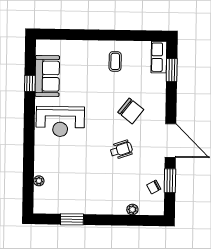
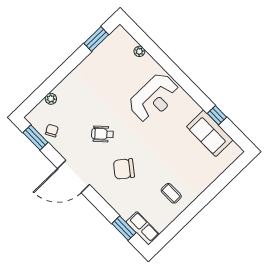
reception desk: (60, 122) -> (154, 98), moved, turned 180
wheelchair: (121, 150) -> (103, 134), turned 66
window: (170, 181) -> (35, 138), moved
window: (72, 219) -> (96, 39), moved

